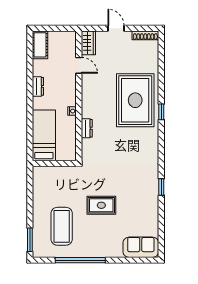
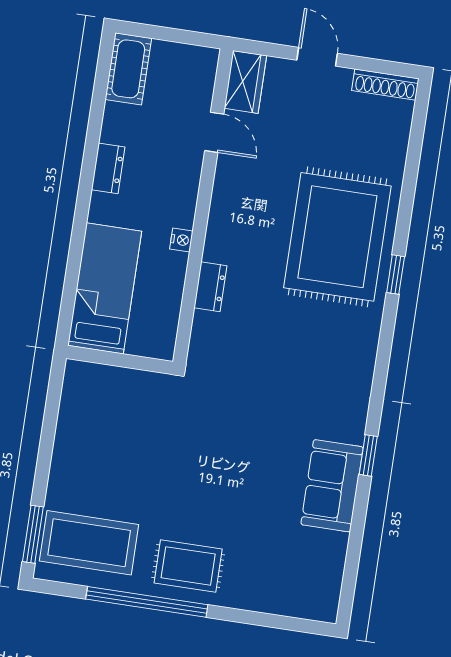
rug: (101, 205) -> (188, 566), moved
coffee table: (62, 226) -> (89, 543), moved, turned 90
sofa: (141, 247) -> (332, 486), moved, turned -90

